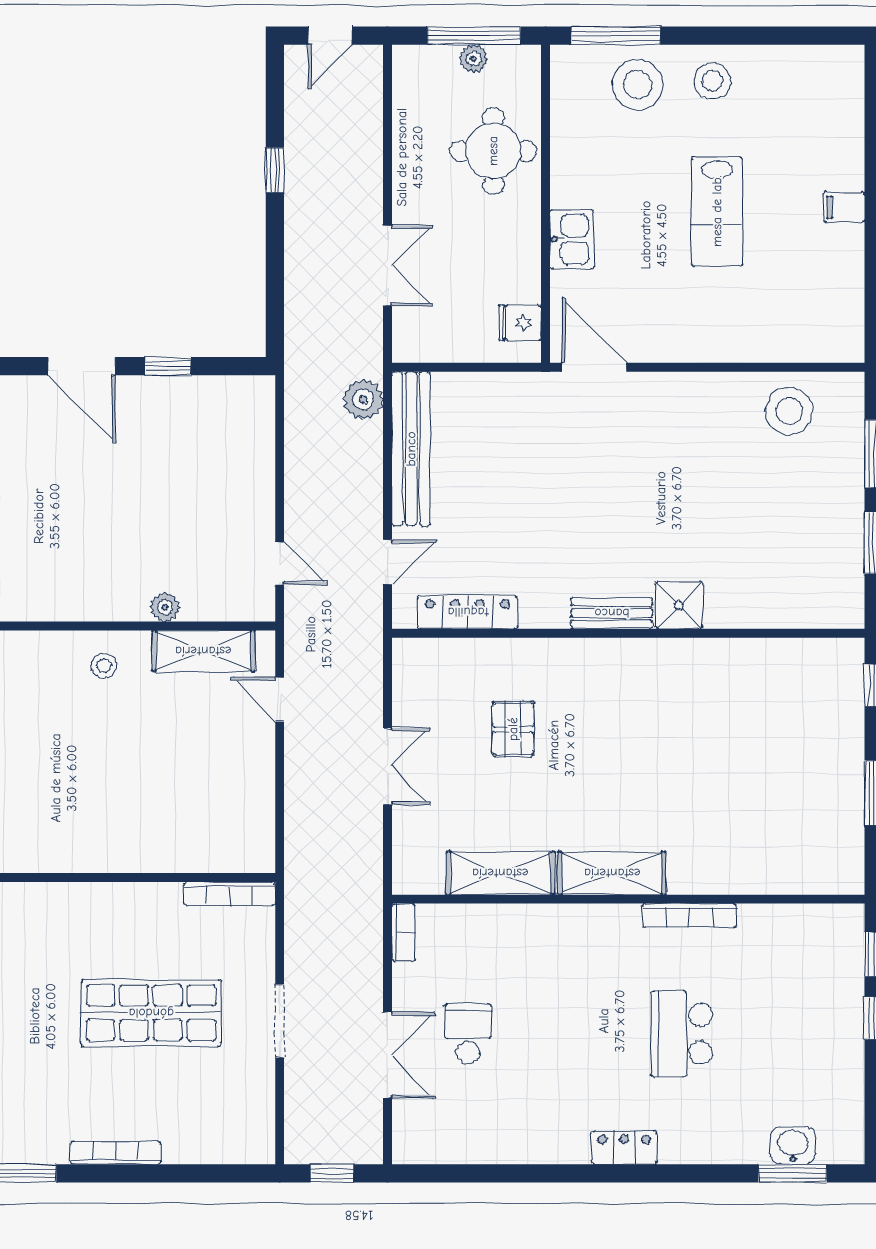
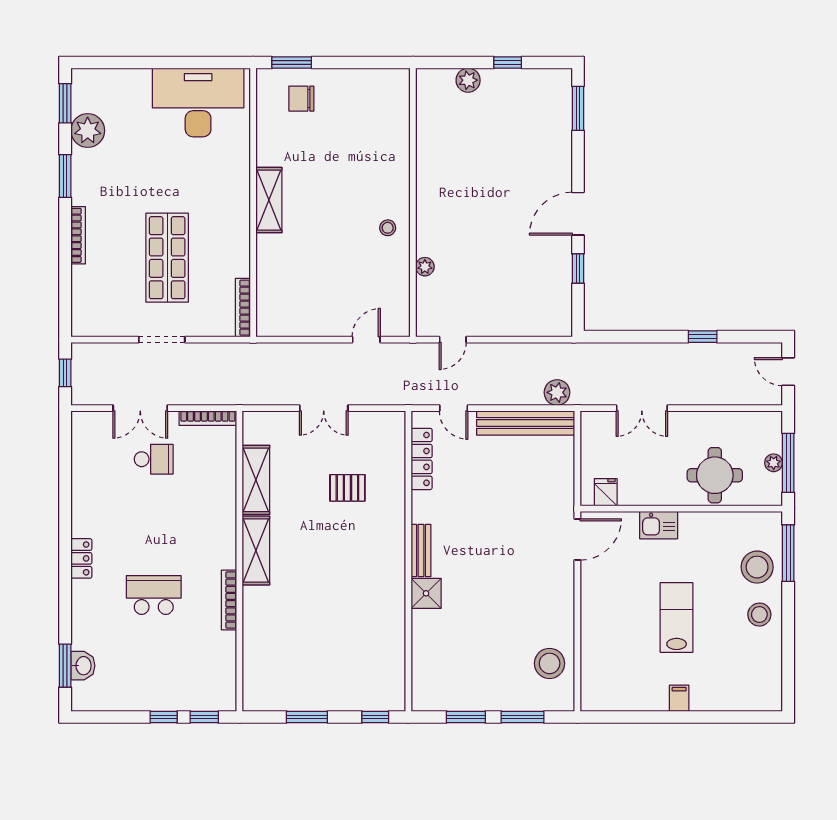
lab bench: (717, 211) -> (677, 617), turned 90
shelving: (203, 651) -> (269, 200), moved
bookcase: (403, 932) -> (208, 418), width x1.56

